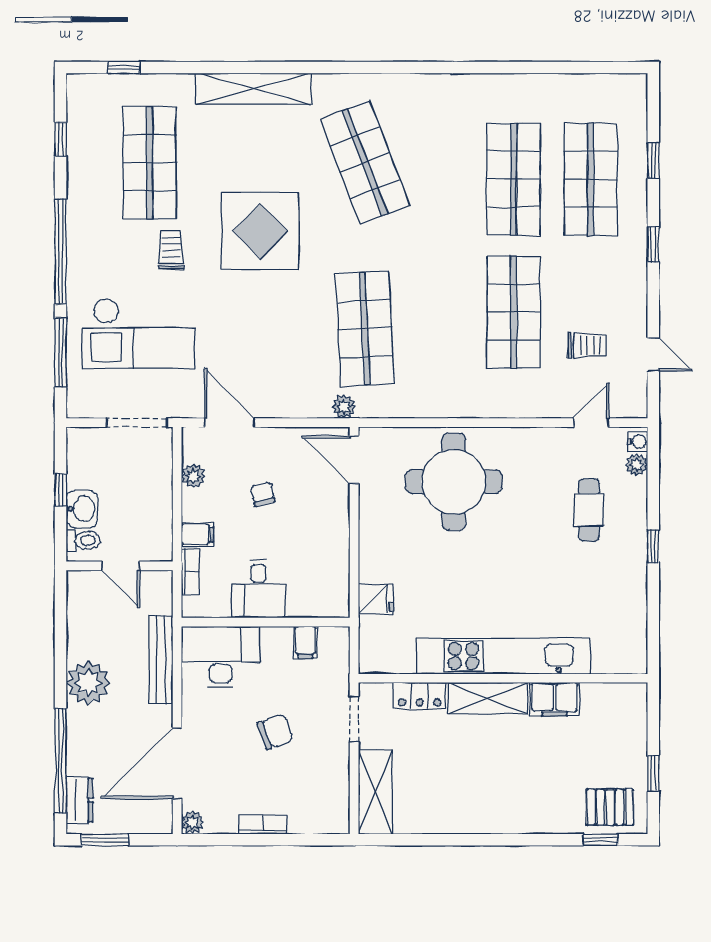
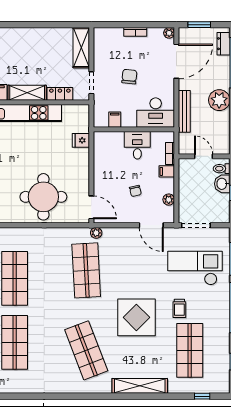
chair: (275, 732) -> (129, 77), turned 116
window: (105, 840) -> (199, 25), moved

